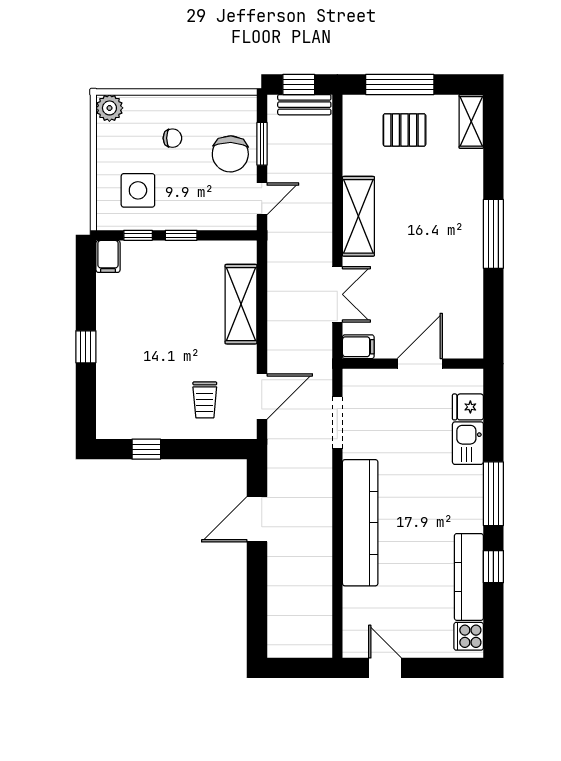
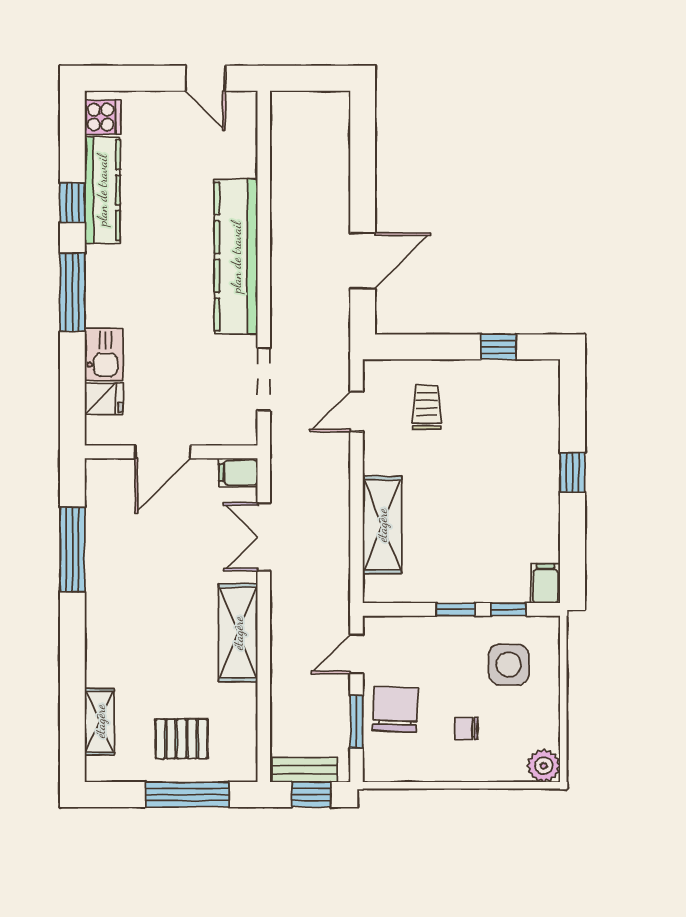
shelving: (471, 121) -> (100, 721), moved
window: (493, 234) -> (72, 550), moved
door: (262, 397) -> (356, 411), width x0.73

